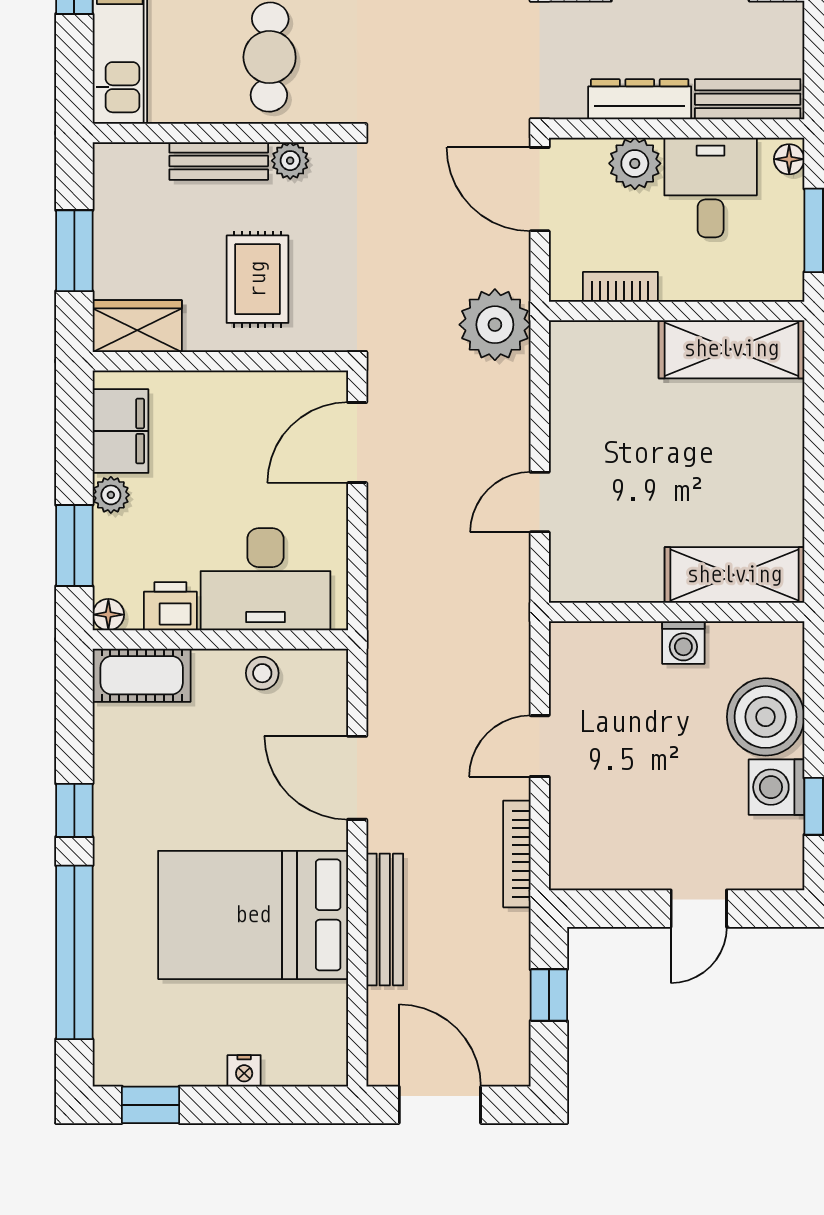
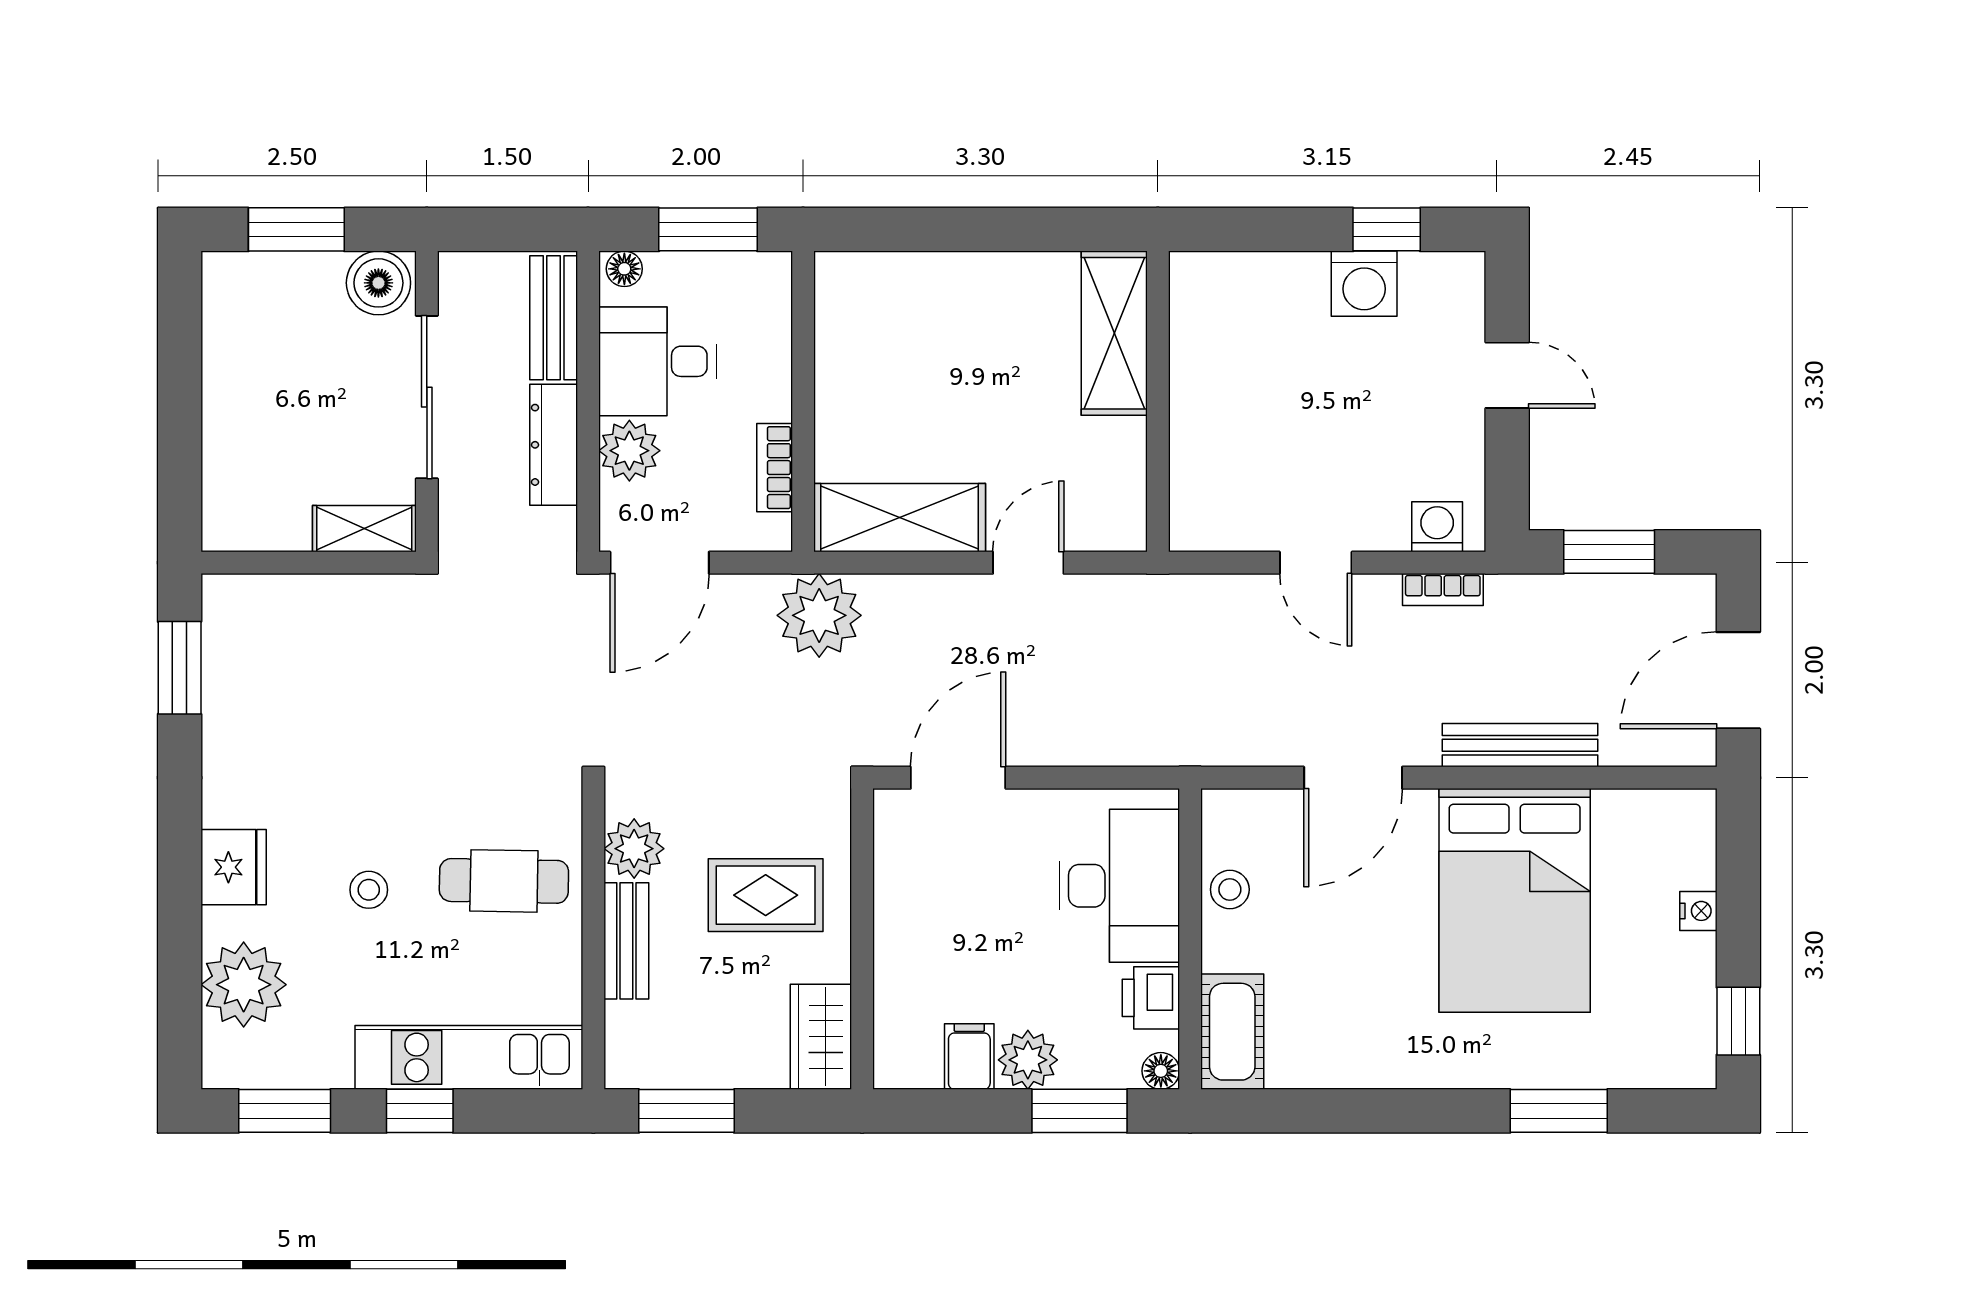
plant: (290, 161) -> (634, 849), width x1.38, depth x1.38
window: (74, 251) -> (686, 1111), moved
shelving: (731, 349) -> (900, 518), moved, turned 90
filing cabinet: (121, 431) -> (969, 1057), width x0.50
door: (357, 443) -> (958, 778), swing flipped
plant: (111, 495) -> (1028, 1060), width x1.38, depth x1.38
door: (540, 502) -> (1028, 563), swing flipped
washing machine: (683, 643) -> (1437, 527), moved, turned -90
boiler: (766, 717) -> (1281, 297), removed
window: (74, 810) -> (1391, 1111), removed
bookcase: (517, 854) -> (1443, 590), width x0.64
window: (74, 952) -> (1559, 1111), width x0.47
window: (549, 995) -> (1609, 552), width x1.50

